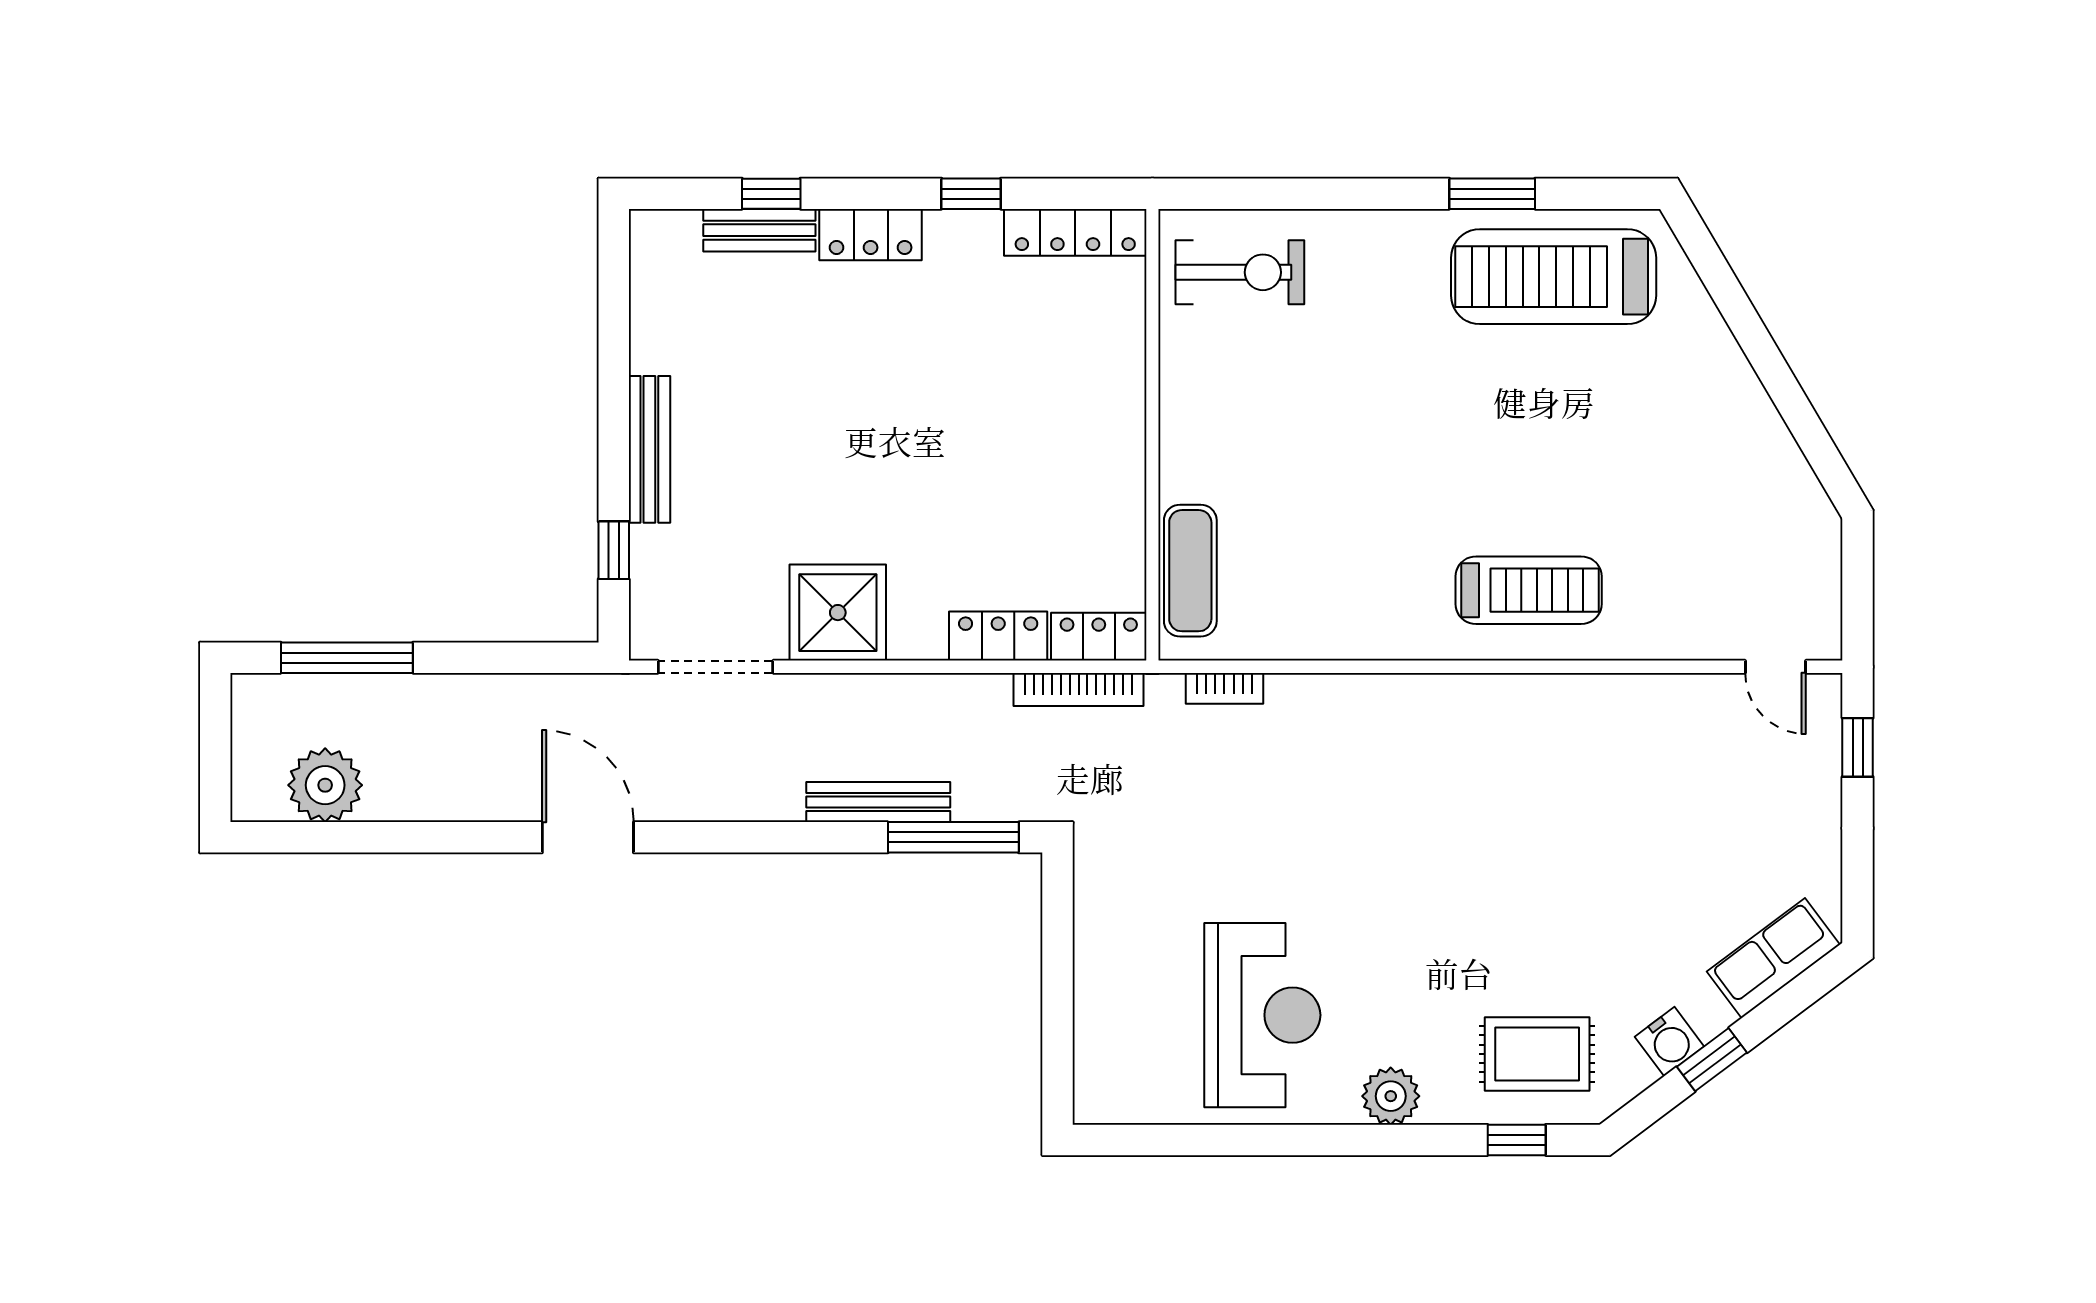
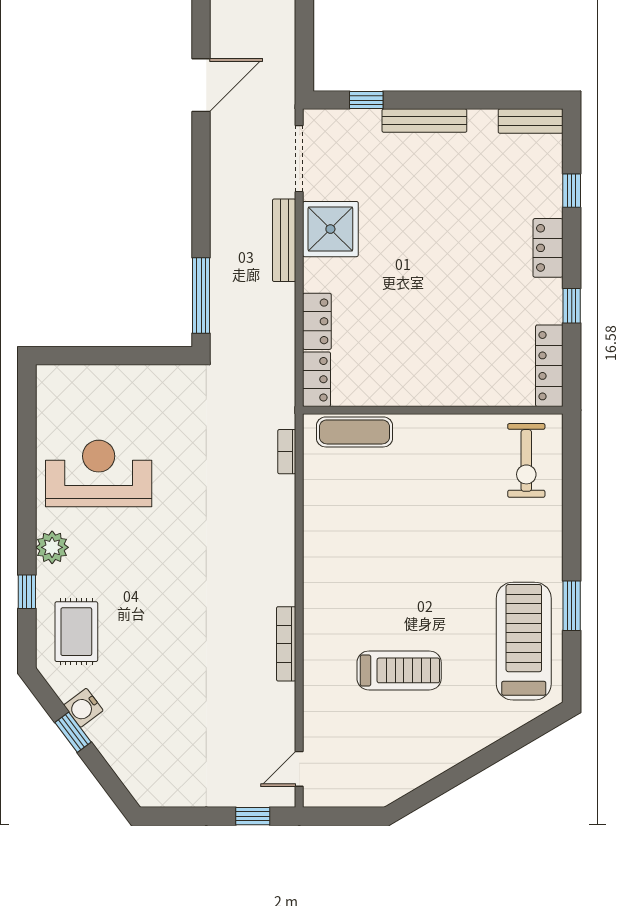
bench: (759, 230) -> (531, 121), moved, turned 90
treadmill: (1529, 590) -> (399, 670), moved, turned -90
bookcase: (1079, 689) -> (286, 644), moved
bench: (878, 802) -> (284, 240), moved
row of seats: (1773, 958) -> (131, 768), removed
reception desk: (1262, 1015) -> (99, 473), turned 180
window: (1517, 1140) -> (27, 592), moved

